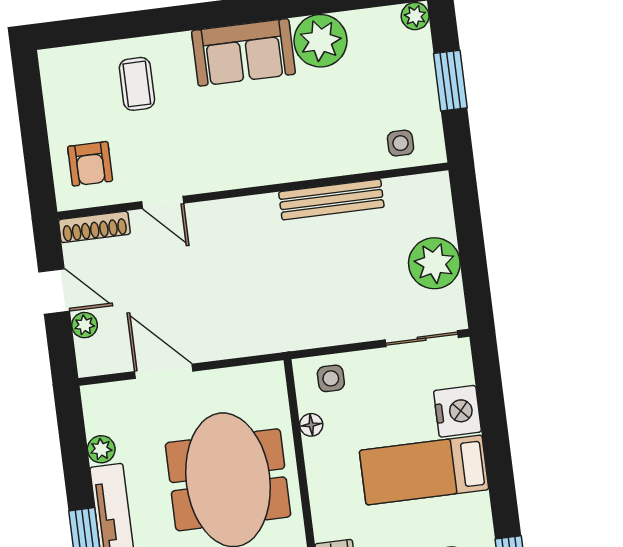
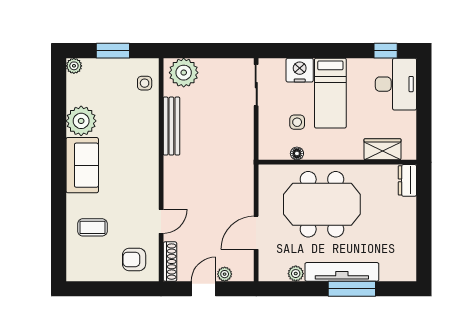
armchair: (90, 164) -> (134, 259), turned 180
plant: (434, 263) -> (184, 73), moved
side table: (331, 378) -> (297, 122), moved

